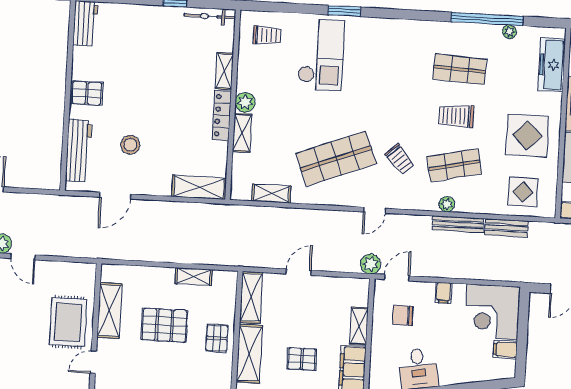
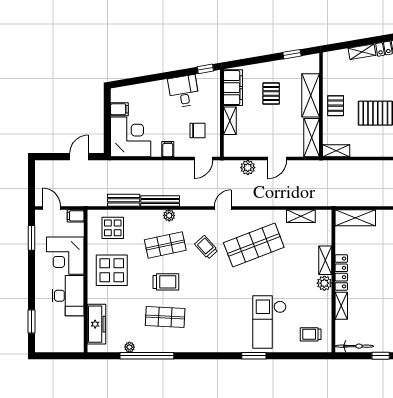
plant: (371, 264) -> (248, 168), moved
shelving: (194, 277) -> (336, 151), moved
pallet: (302, 359) -> (271, 94), turned 90

